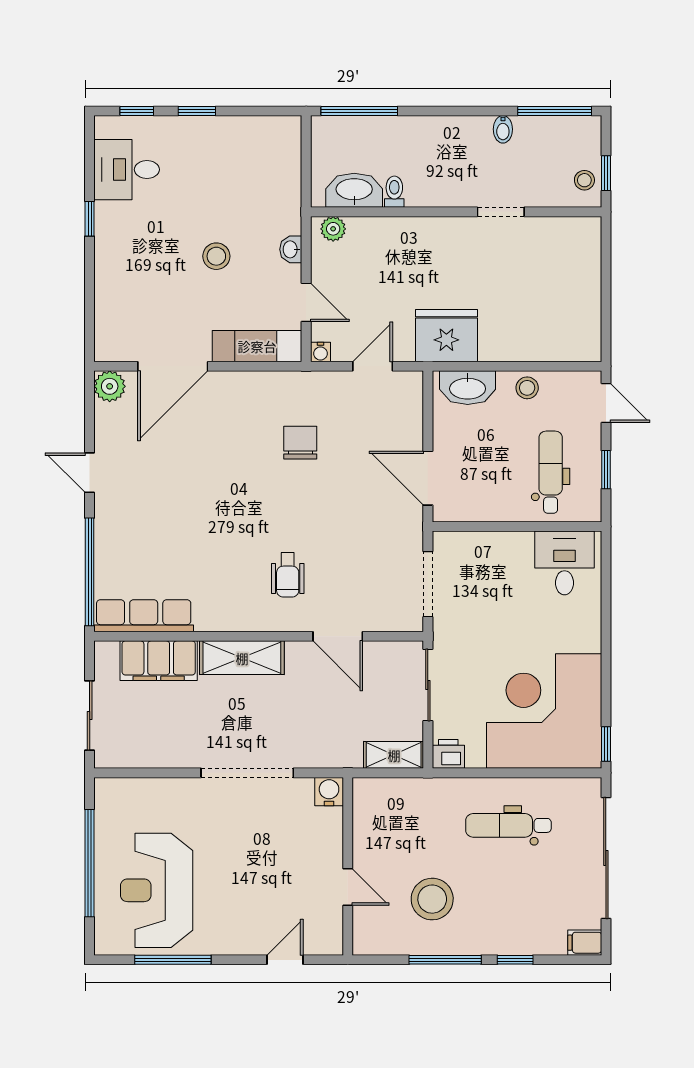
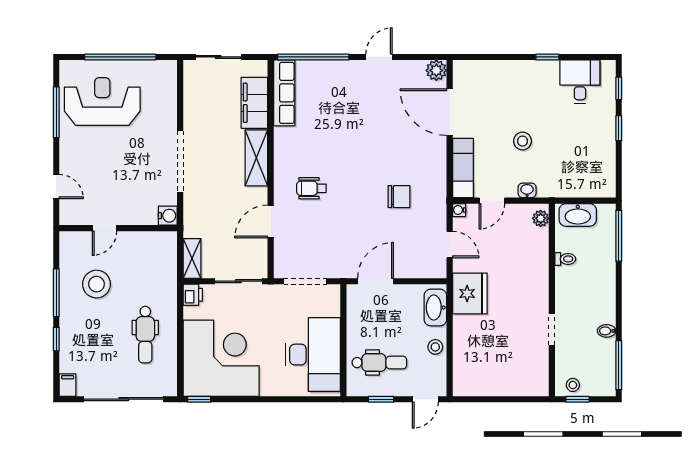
washbasin: (354, 190) -> (578, 215), moved, turned 90
desk: (564, 563) -> (313, 355), width x1.87, depth x1.30
dental chair: (508, 825) -> (145, 335), turned 180

